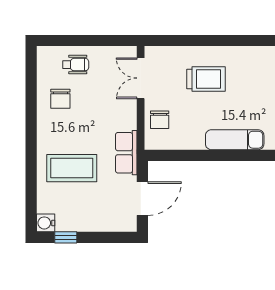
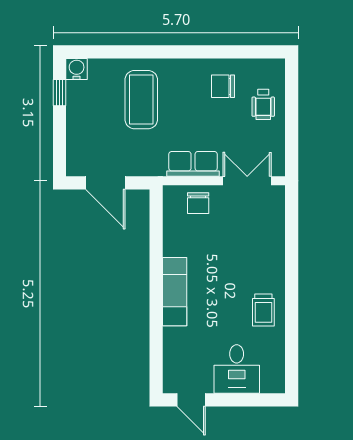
trolley: (206, 79) -> (263, 310), moved, width x0.73, depth x0.72
chair: (160, 120) -> (198, 203), turned -90
row of seats: (126, 153) -> (193, 164), moved

